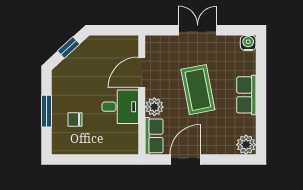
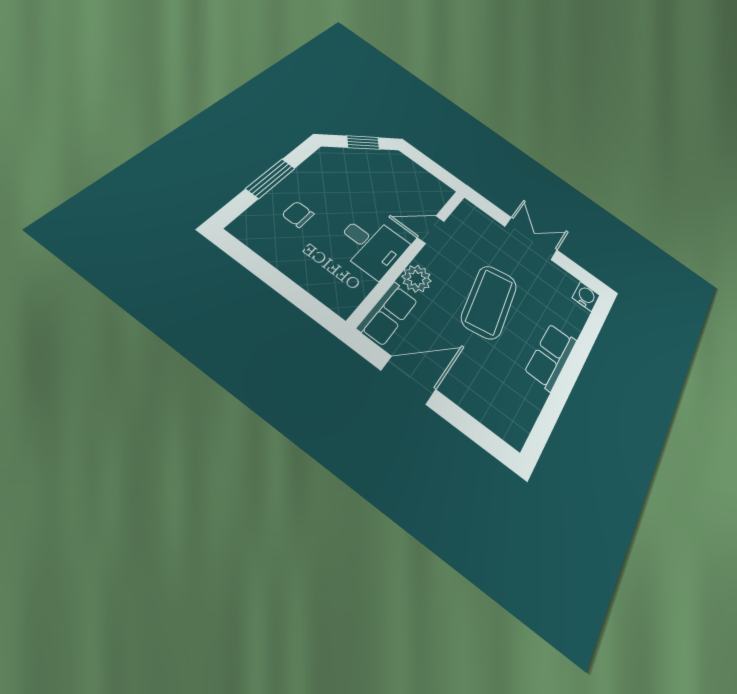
door: (142, 72) -> (431, 230), width x0.73
plant: (246, 145) -> (513, 426), removed

